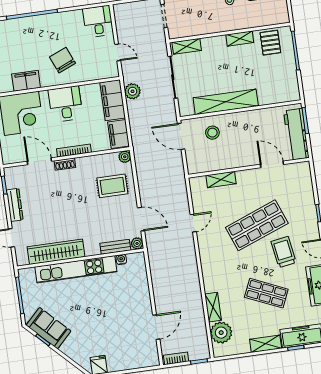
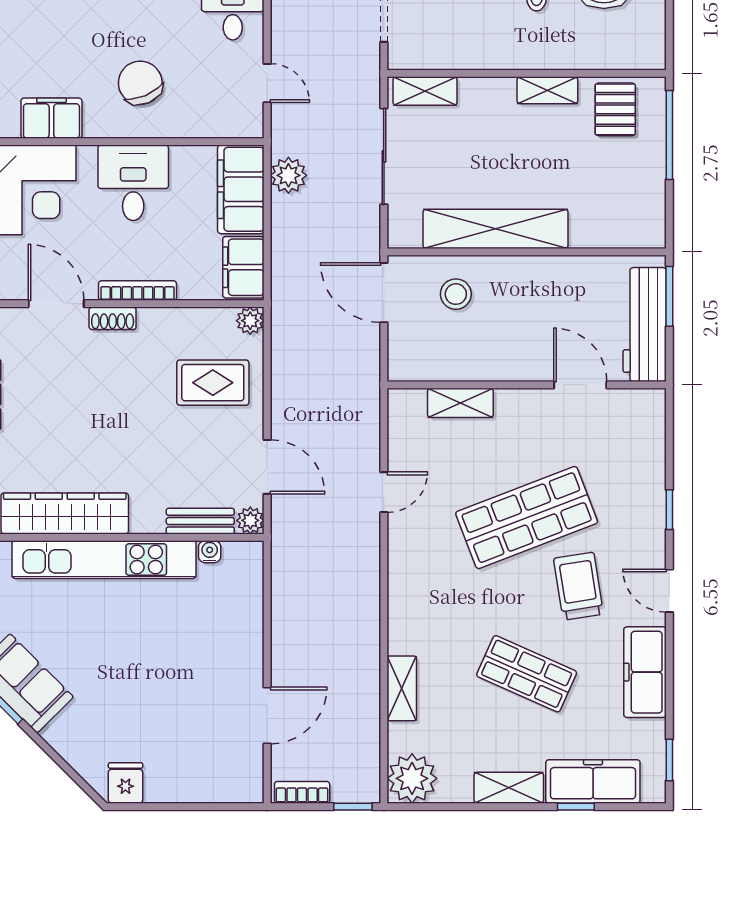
plant: (221, 333) -> (412, 778), moved

